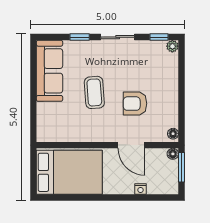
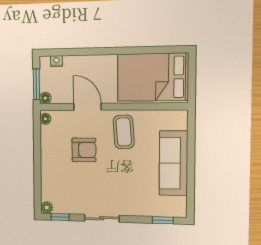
window: (80, 37) -> (163, 220), moved
sofa: (50, 71) -> (173, 163), moved
coffee table: (94, 92) -> (124, 132), moved
nightstand: (141, 189) -> (56, 61), moved

